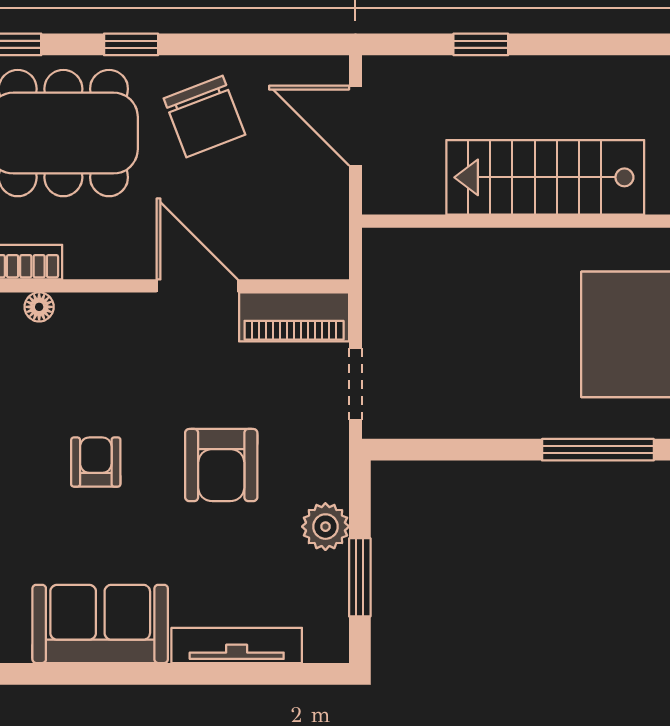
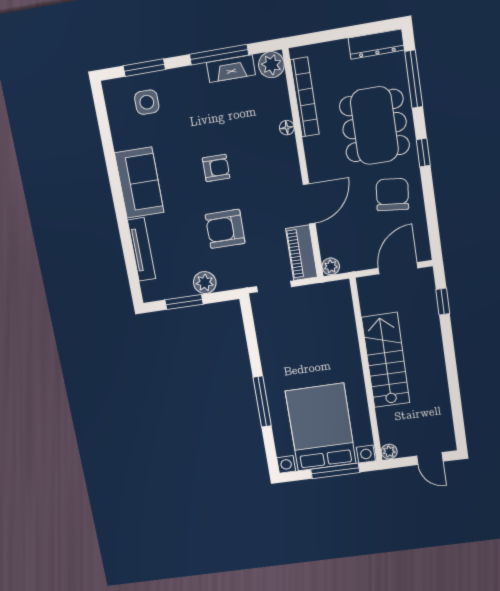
window: (481, 44) -> (443, 302), moved
chair: (205, 117) -> (392, 195), turned 117
plant: (331, 262) -> (331, 266), added

